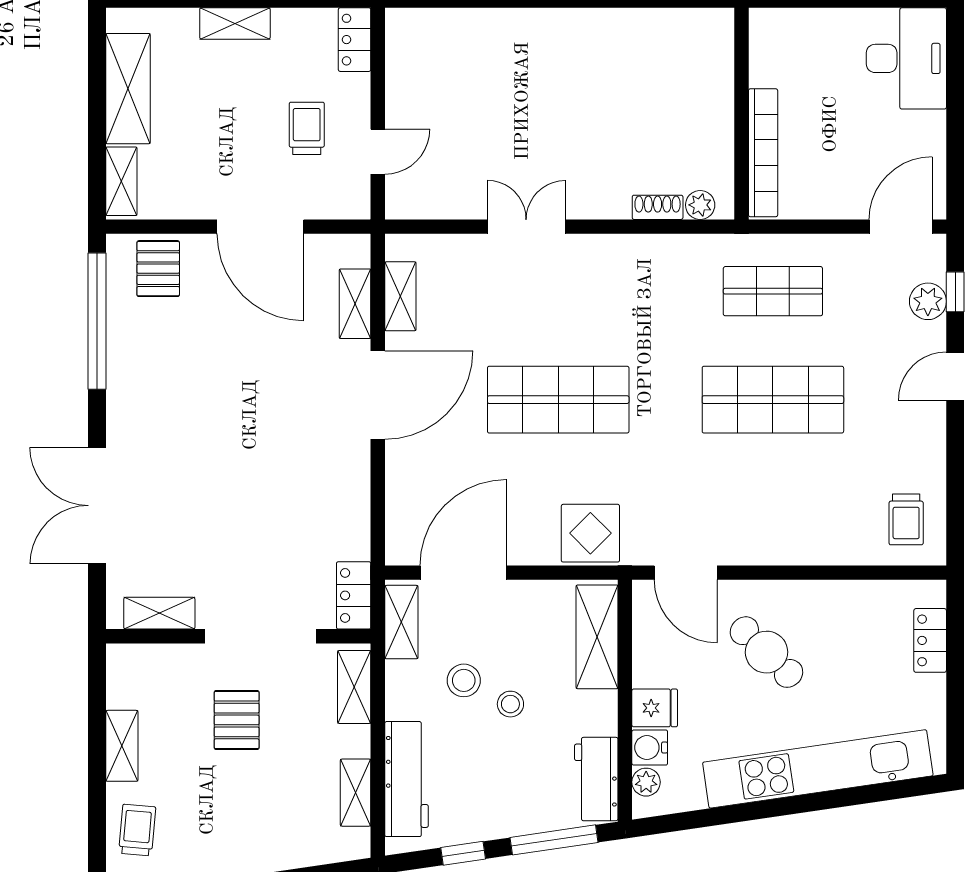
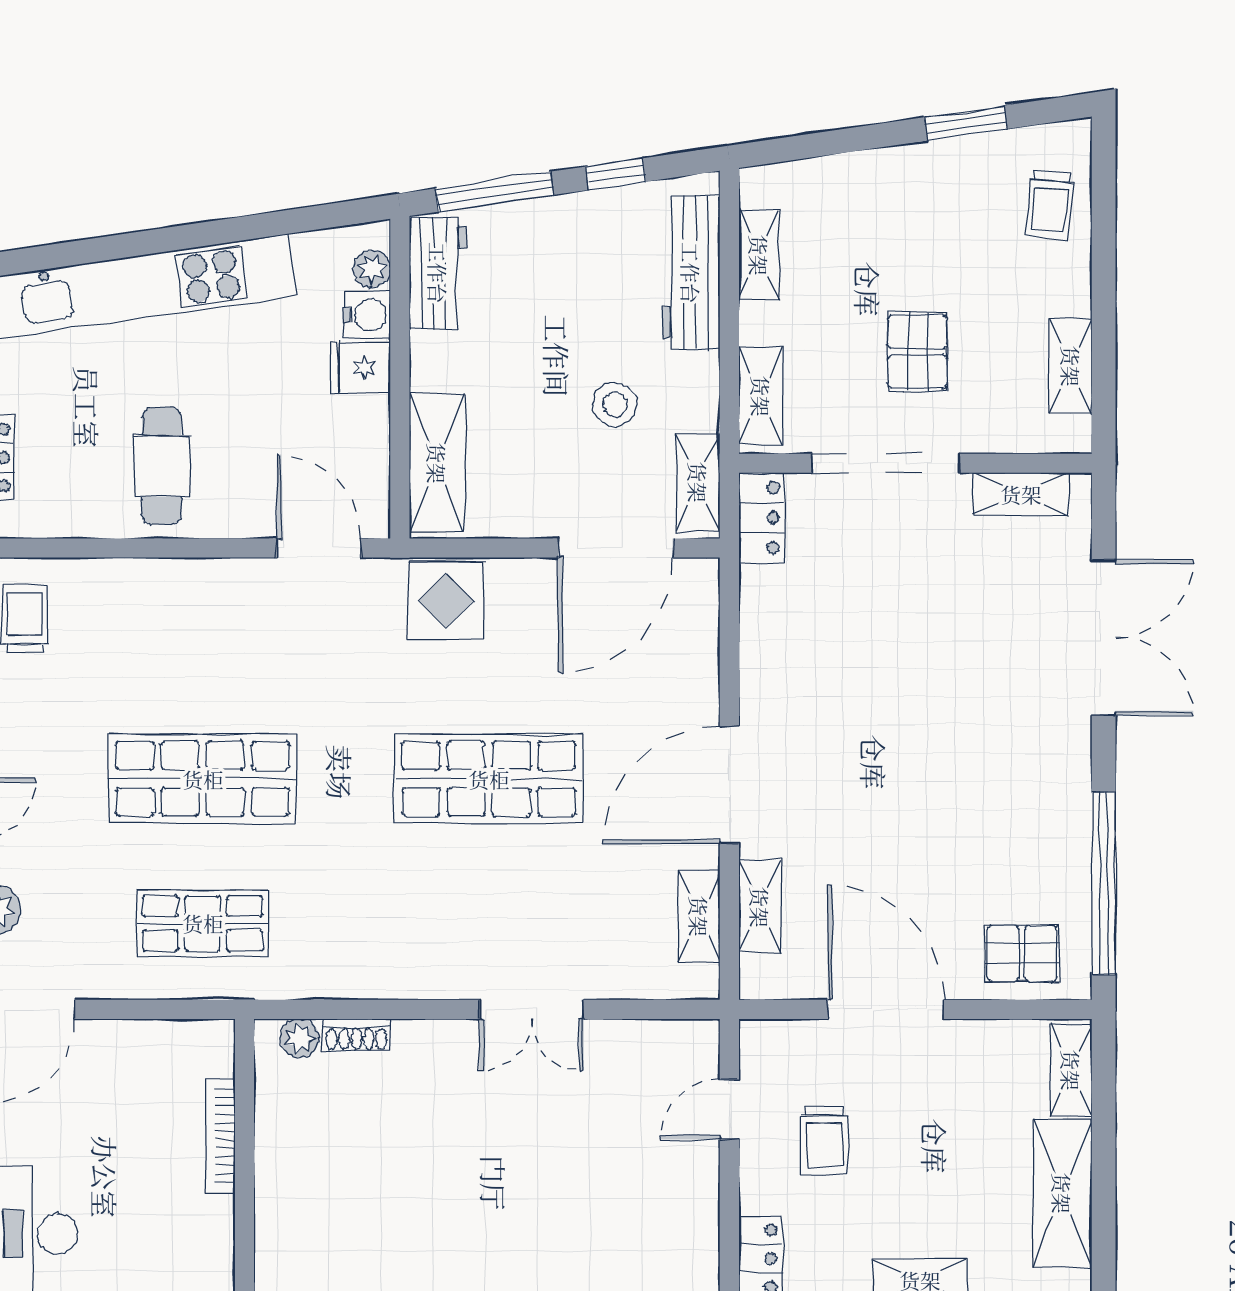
bookcase: (763, 153) -> (220, 1136), width x0.68, depth x0.76
pallet: (158, 269) -> (1022, 953), turned 90
cafe table: (766, 652) -> (162, 466), moved, turned 46
stool: (510, 704) -> (553, 373), removed
shelving: (122, 746) -> (1071, 366), moved

